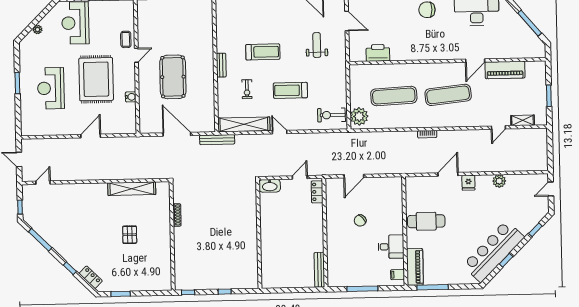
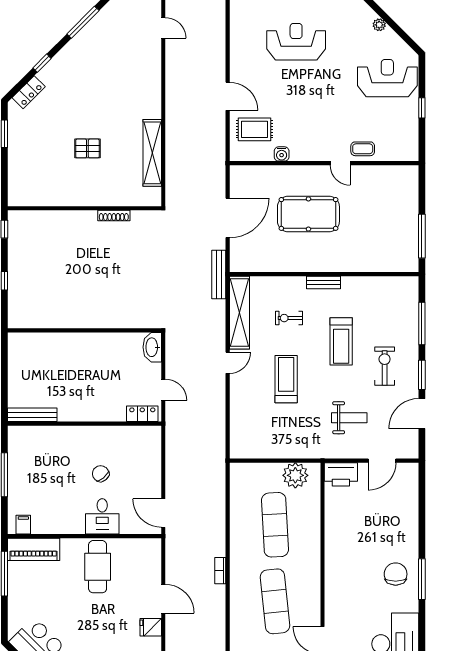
printer: (378, 53) -> (341, 474), moved, turned 90
rug: (96, 79) -> (254, 129), moved, width x0.54, depth x0.49
exercise bike: (331, 115) -> (385, 366), moved
plant: (359, 116) -> (295, 475), moved
door: (354, 176) -> (163, 513), moved
desk: (391, 247) -> (102, 516), moved

